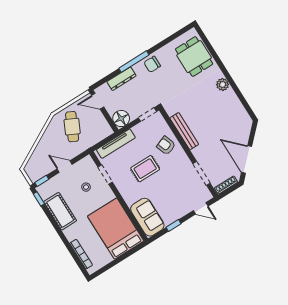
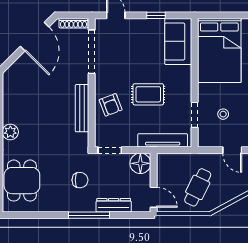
chair: (152, 64) -> (80, 180), moved
doorway: (202, 173) -> (92, 52), width x1.36

